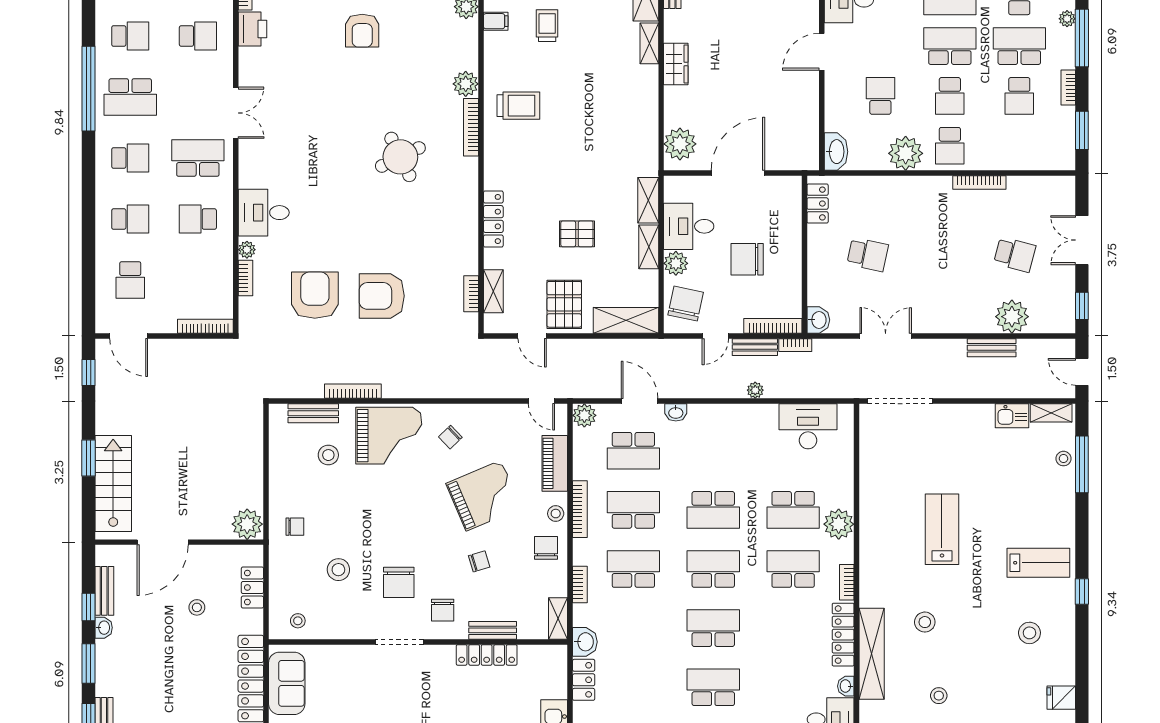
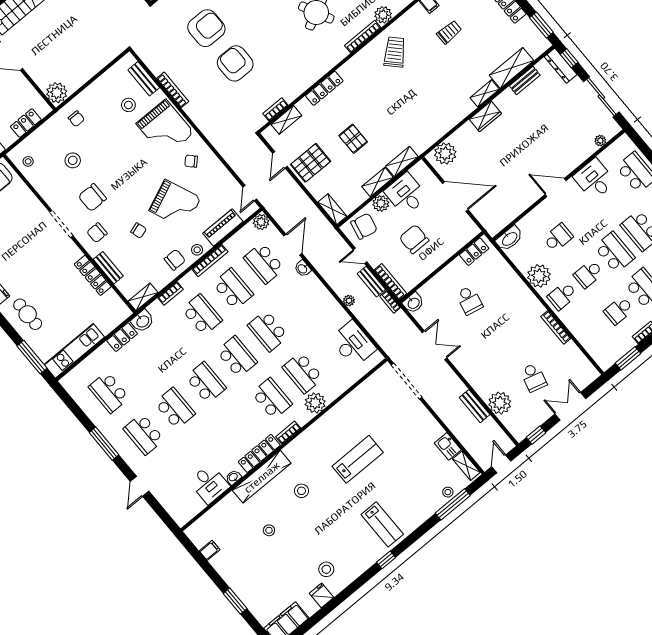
trolley: (518, 106) -> (395, 52), turned -134
shelving: (626, 320) -> (332, 209), width x0.67, depth x0.75
stool: (1029, 633) -> (326, 569), moved

